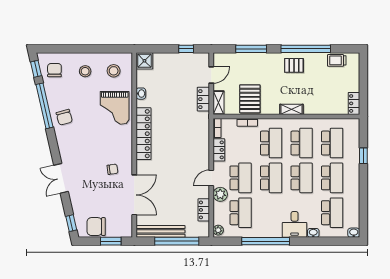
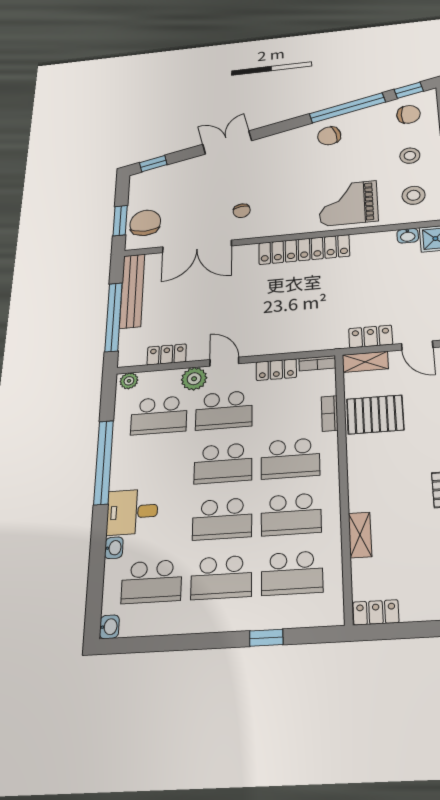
washbasin: (141, 94) -> (408, 236), moved
shelving: (292, 109) -> (360, 535), moved
chair: (96, 227) -> (145, 223), moved

